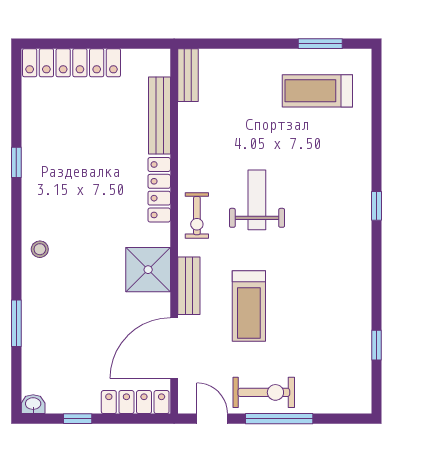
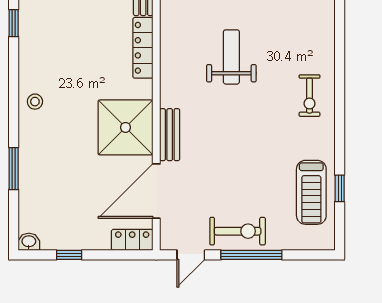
window: (377, 206) -> (340, 62), removed
exercise bike: (197, 216) -> (309, 96), moved
shower: (148, 270) -> (125, 127), width x1.37, depth x1.37
treadmill: (249, 306) -> (311, 192), moved
locker: (135, 402) -> (132, 240), width x0.66
door: (212, 419) -> (191, 255), swing flipped

